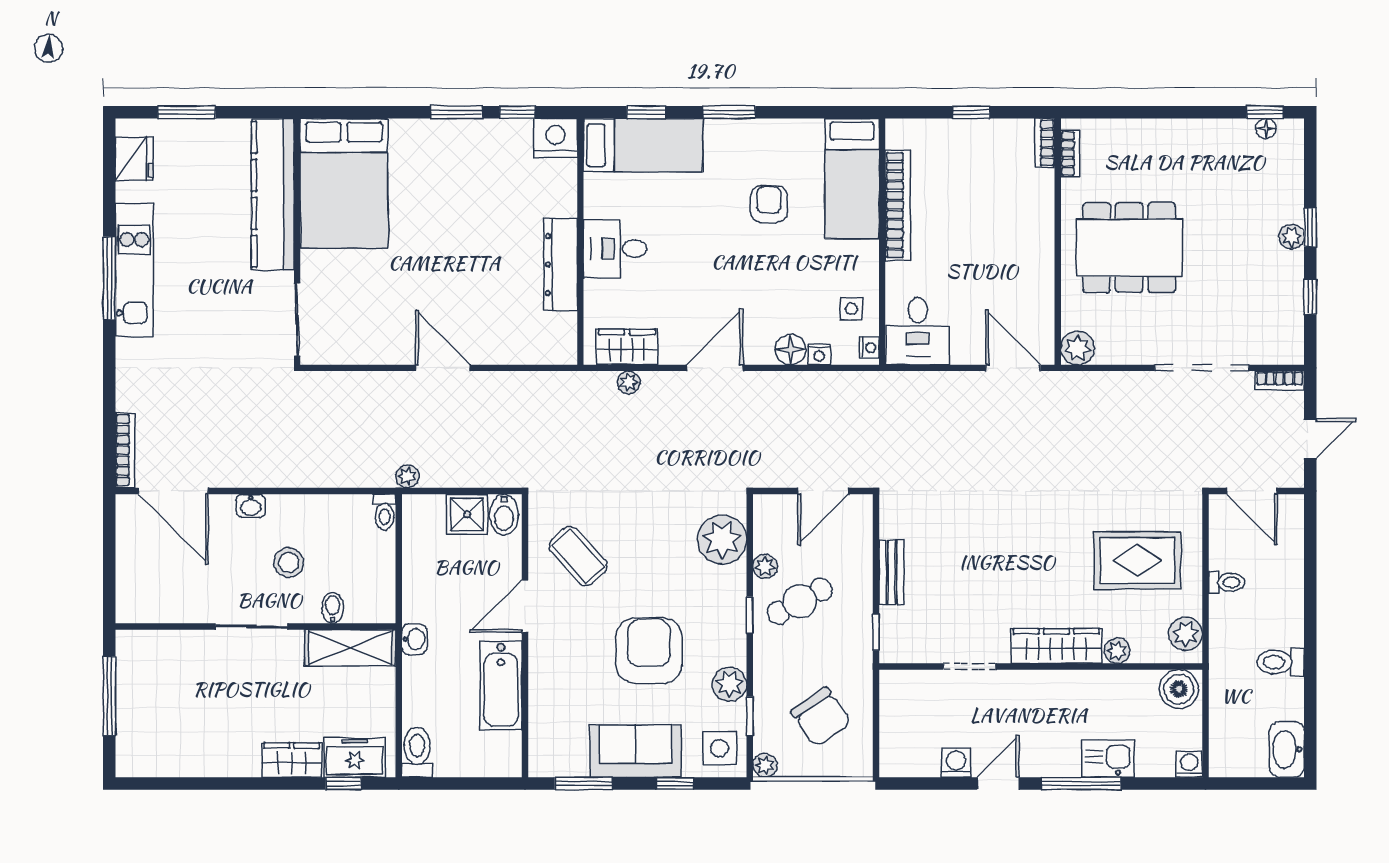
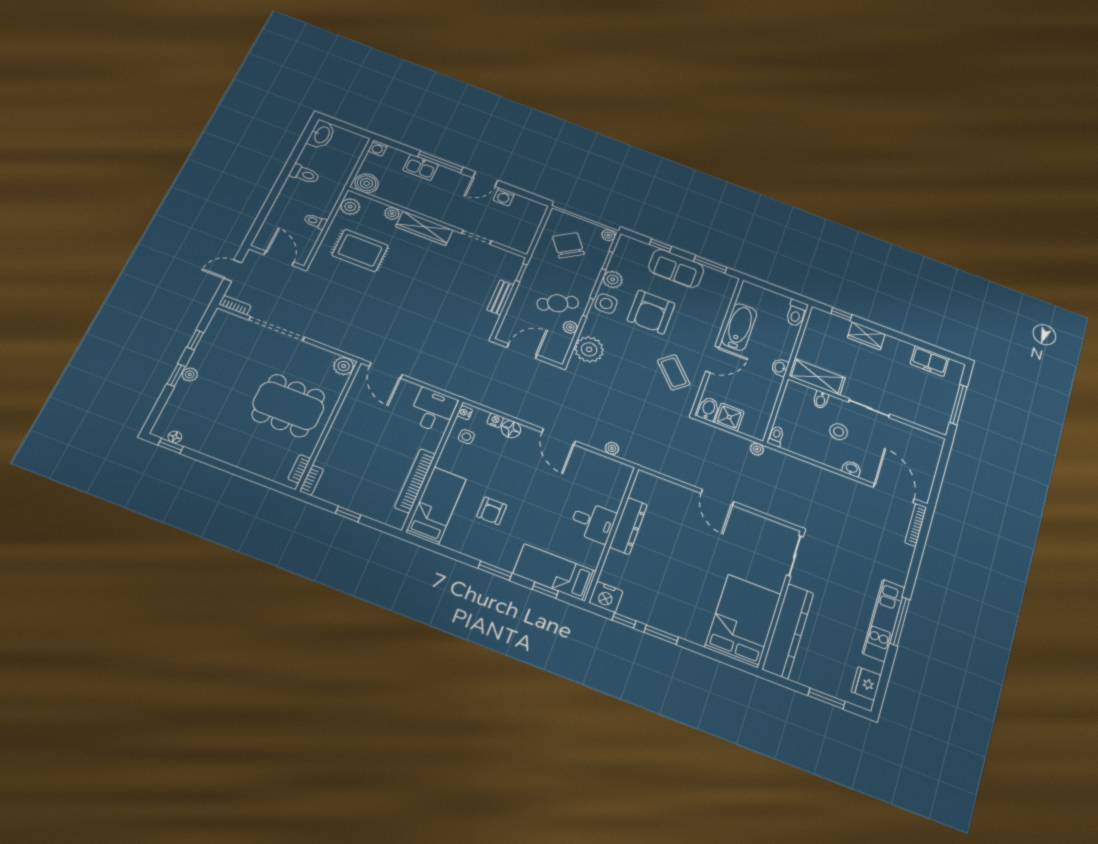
wardrobe: (627, 347) -> (606, 467), removed
door: (715, 368) -> (559, 437), hinge flipped
side table: (720, 748) -> (606, 304), moved
freezer: (355, 758) -> (930, 361), moved

